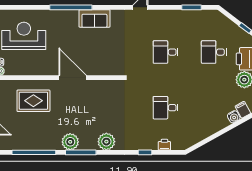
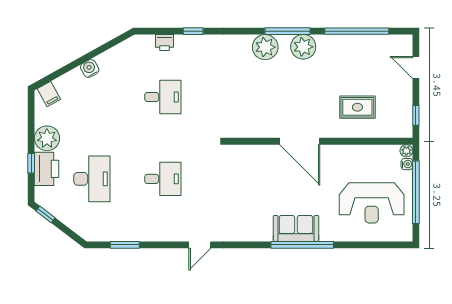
sofa: (94, 18) -> (296, 228), moved
desk: (214, 52) -> (92, 179), width x1.37
rug: (33, 101) -> (357, 107), width x0.73, depth x0.70
water cooler: (234, 117) -> (90, 68), moved
plant: (106, 142) -> (265, 47), moved

